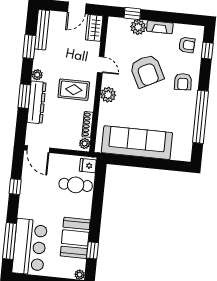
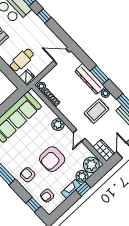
window: (132, 13) -> (83, 189), moved
plant: (119, 28) -> (91, 165), added
door: (101, 65) -> (79, 135), hinge flipped
armchair: (147, 71) -> (52, 159), turned -63
rug: (74, 90) -> (97, 111), moved
window: (15, 187) -> (44, 16), moved

